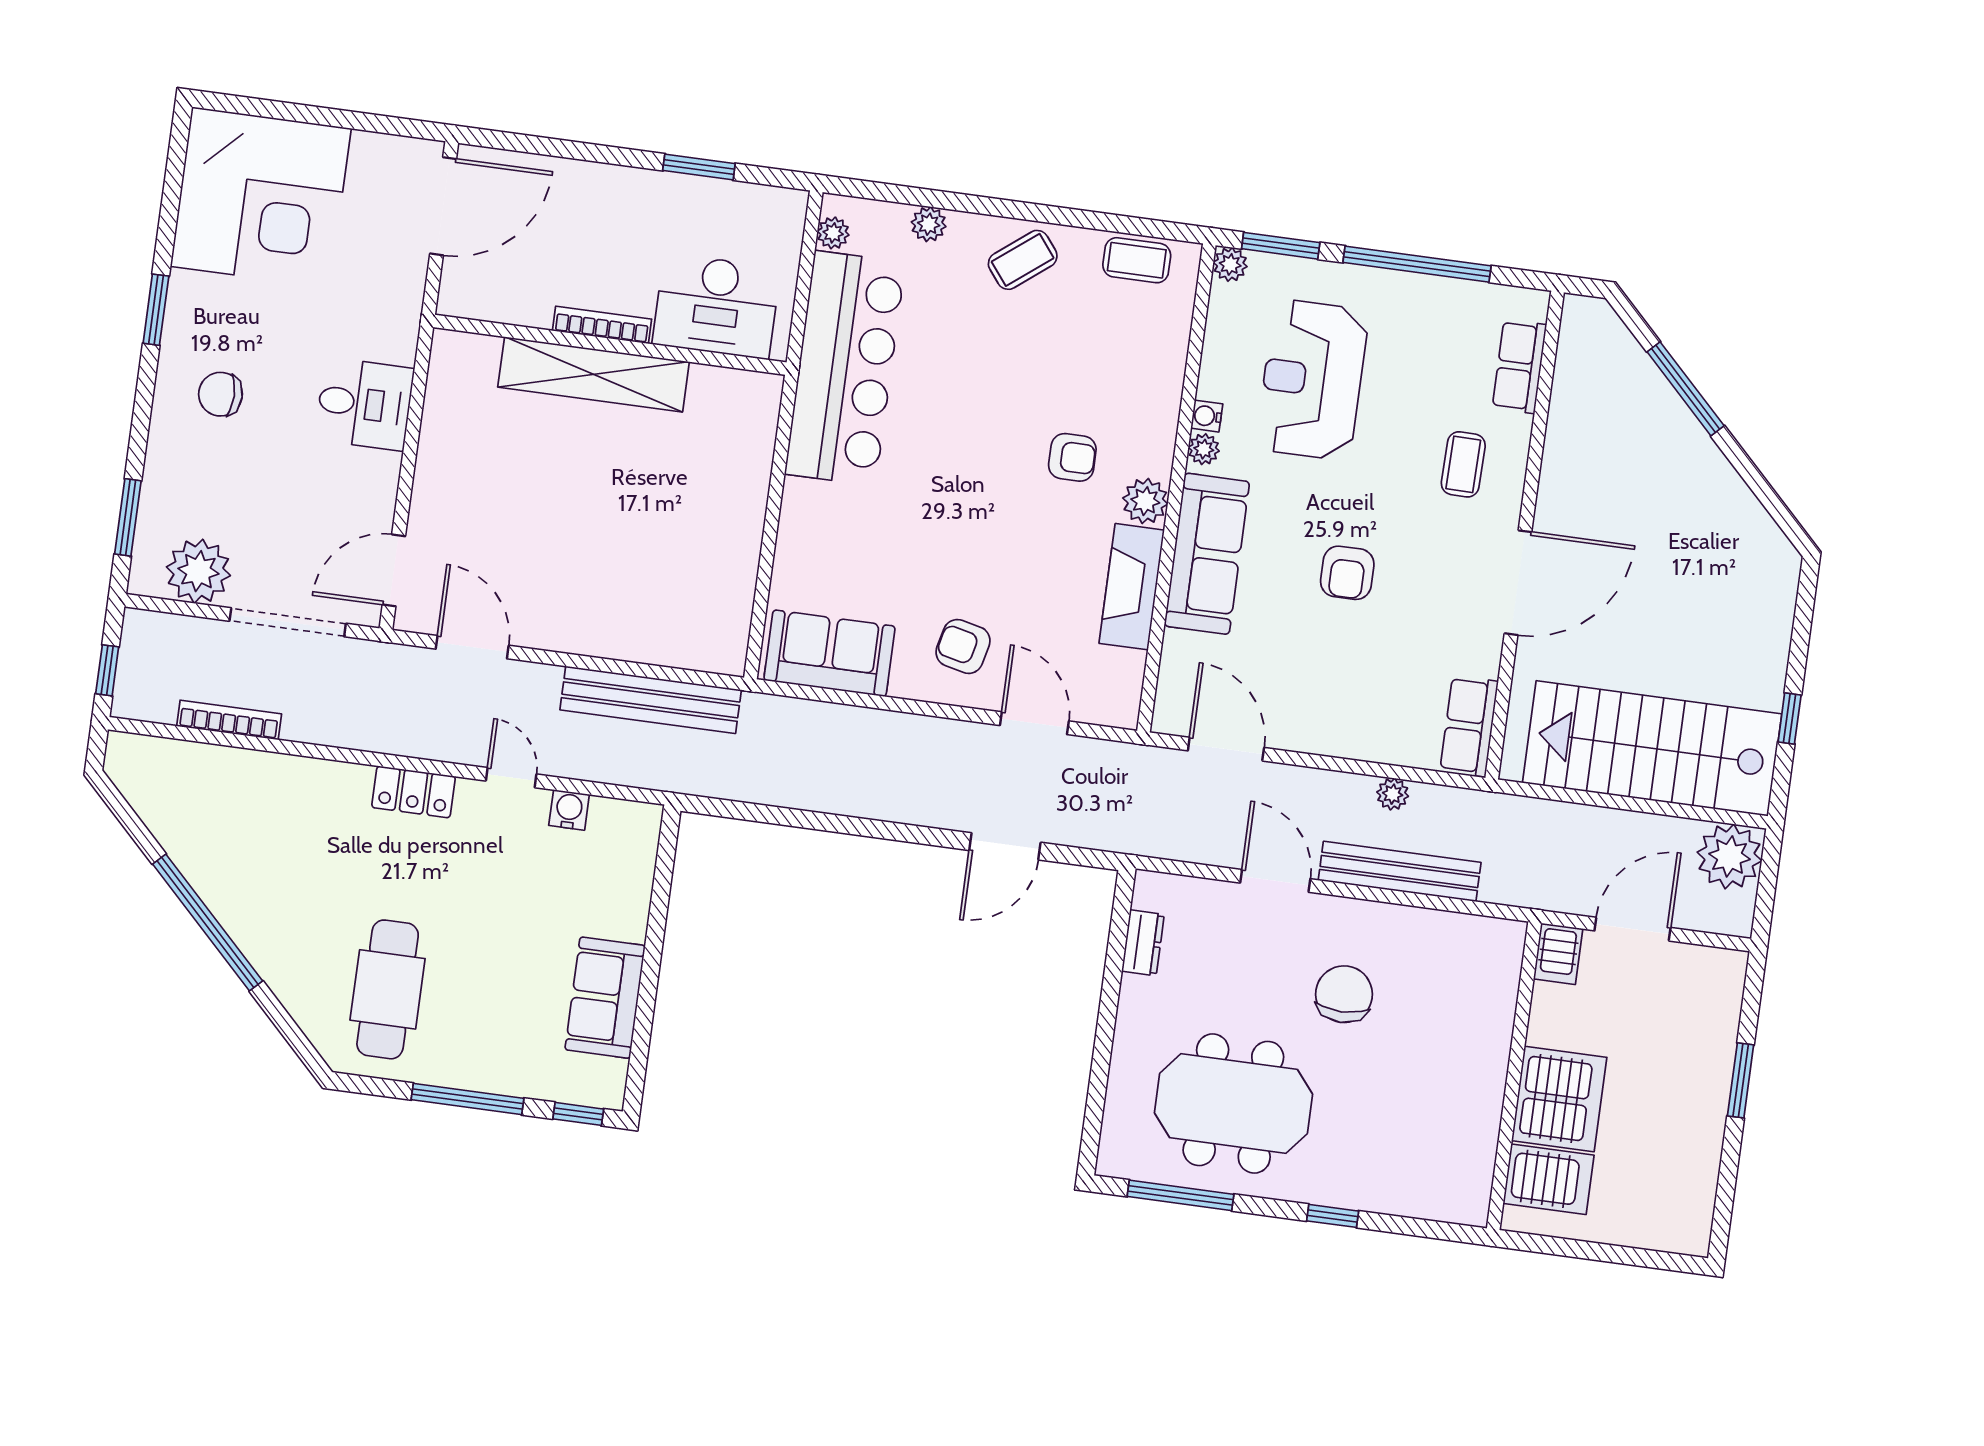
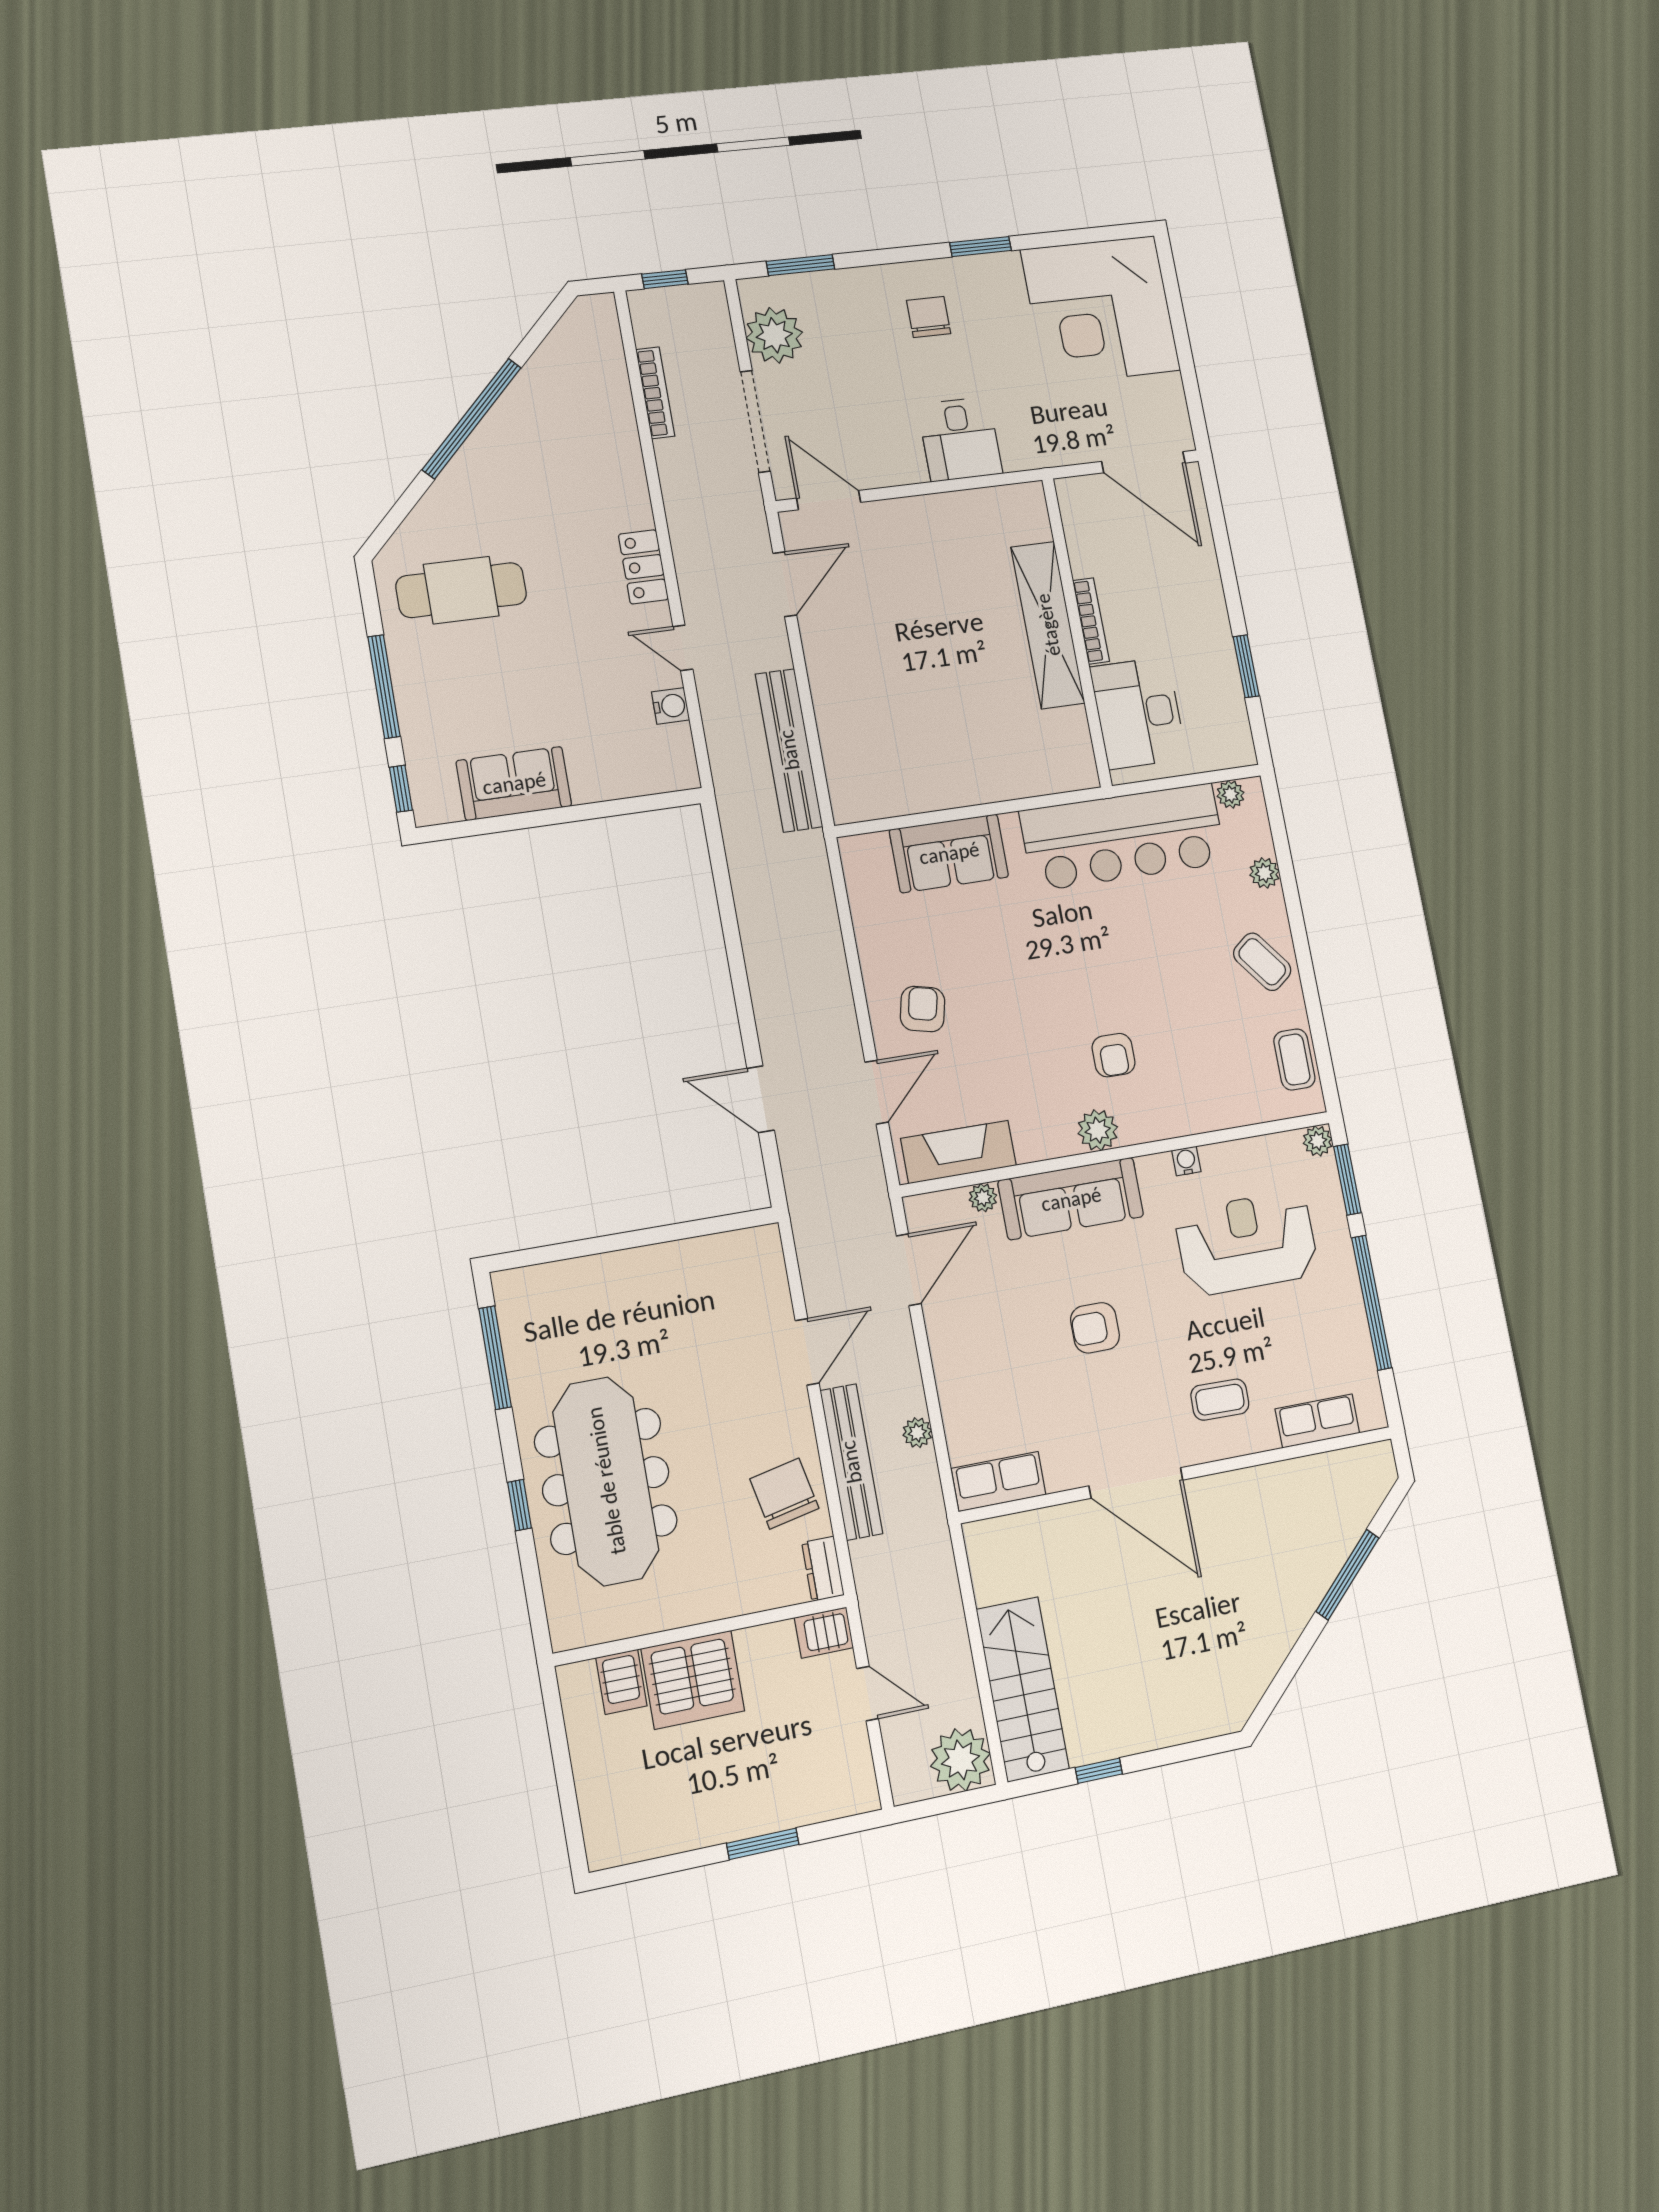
plant: (1204, 449) -> (983, 1198), moved
fireplace: (1132, 587) -> (959, 1152), moved
sofa: (829, 653) -> (949, 853), moved, turned 90
stairs: (1652, 748) -> (1023, 1689), width x0.73, depth x0.66
door: (511, 778) -> (683, 648), swing flipped
door: (1633, 929) -> (868, 1694), width x0.73
dresser: (1143, 943) -> (823, 1569), moved, turned 90
chair: (1344, 994) -> (784, 1494), moved, turned -102
meeting table: (1233, 1104) -> (606, 1481), moved, width x1.36
server rack: (1549, 1179) -> (621, 1682), width x0.73, depth x0.70

